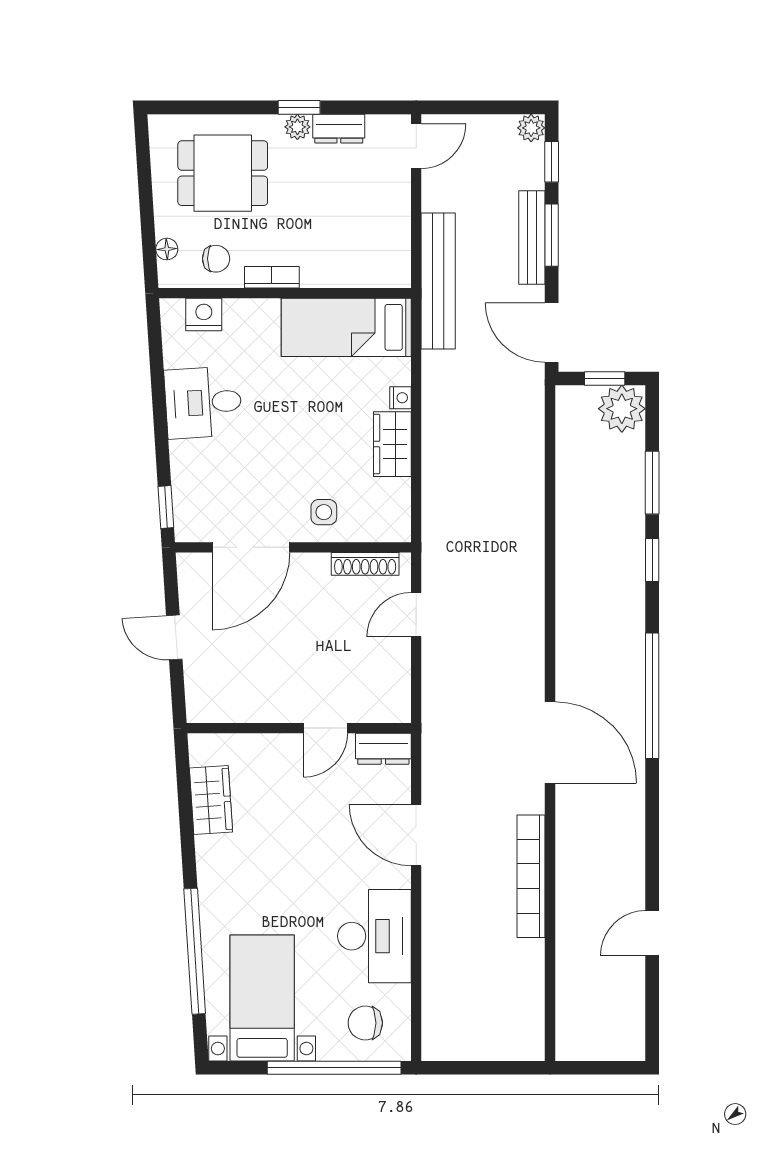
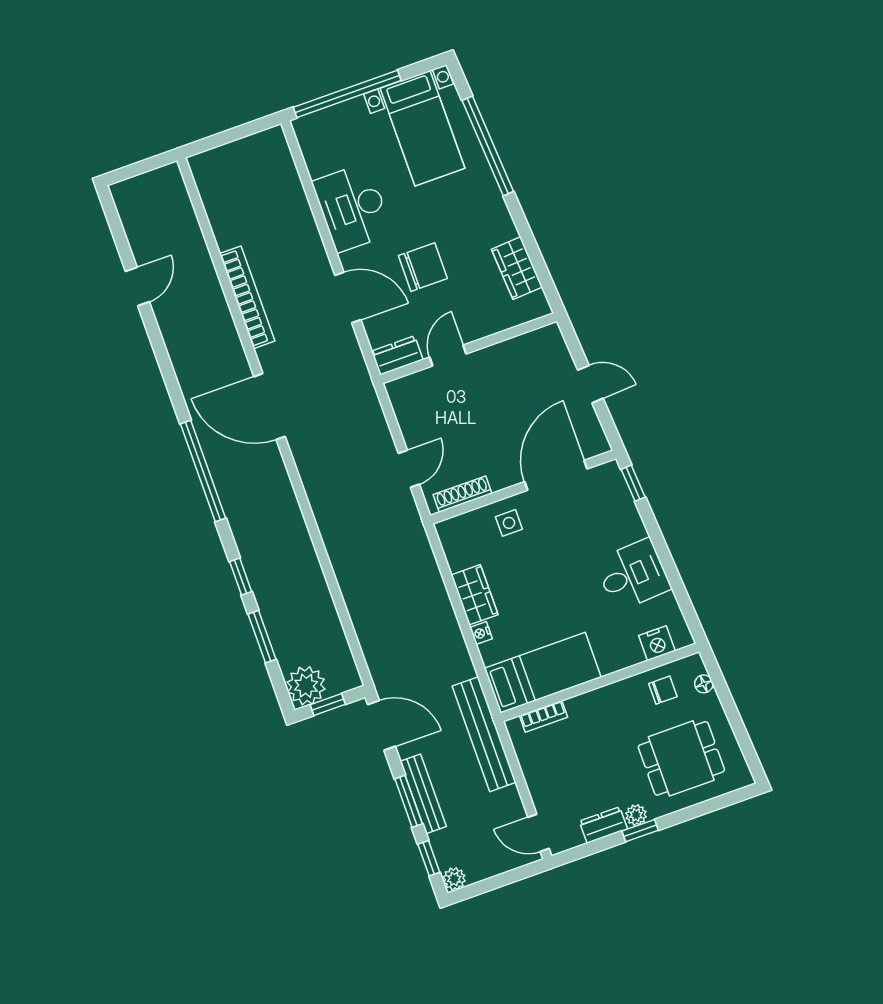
door: (416, 146) -> (538, 833), hinge flipped
chair: (216, 259) -> (663, 690), turned 180
bookcase: (272, 277) -> (543, 716), moved
chair: (365, 1023) -> (423, 267), moved, width x1.37, depth x1.37

